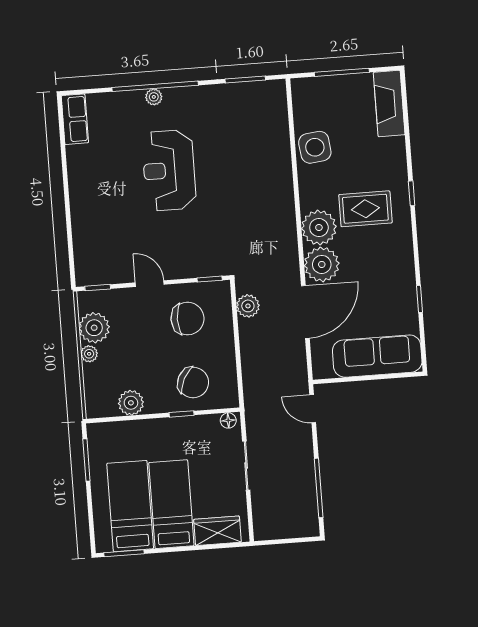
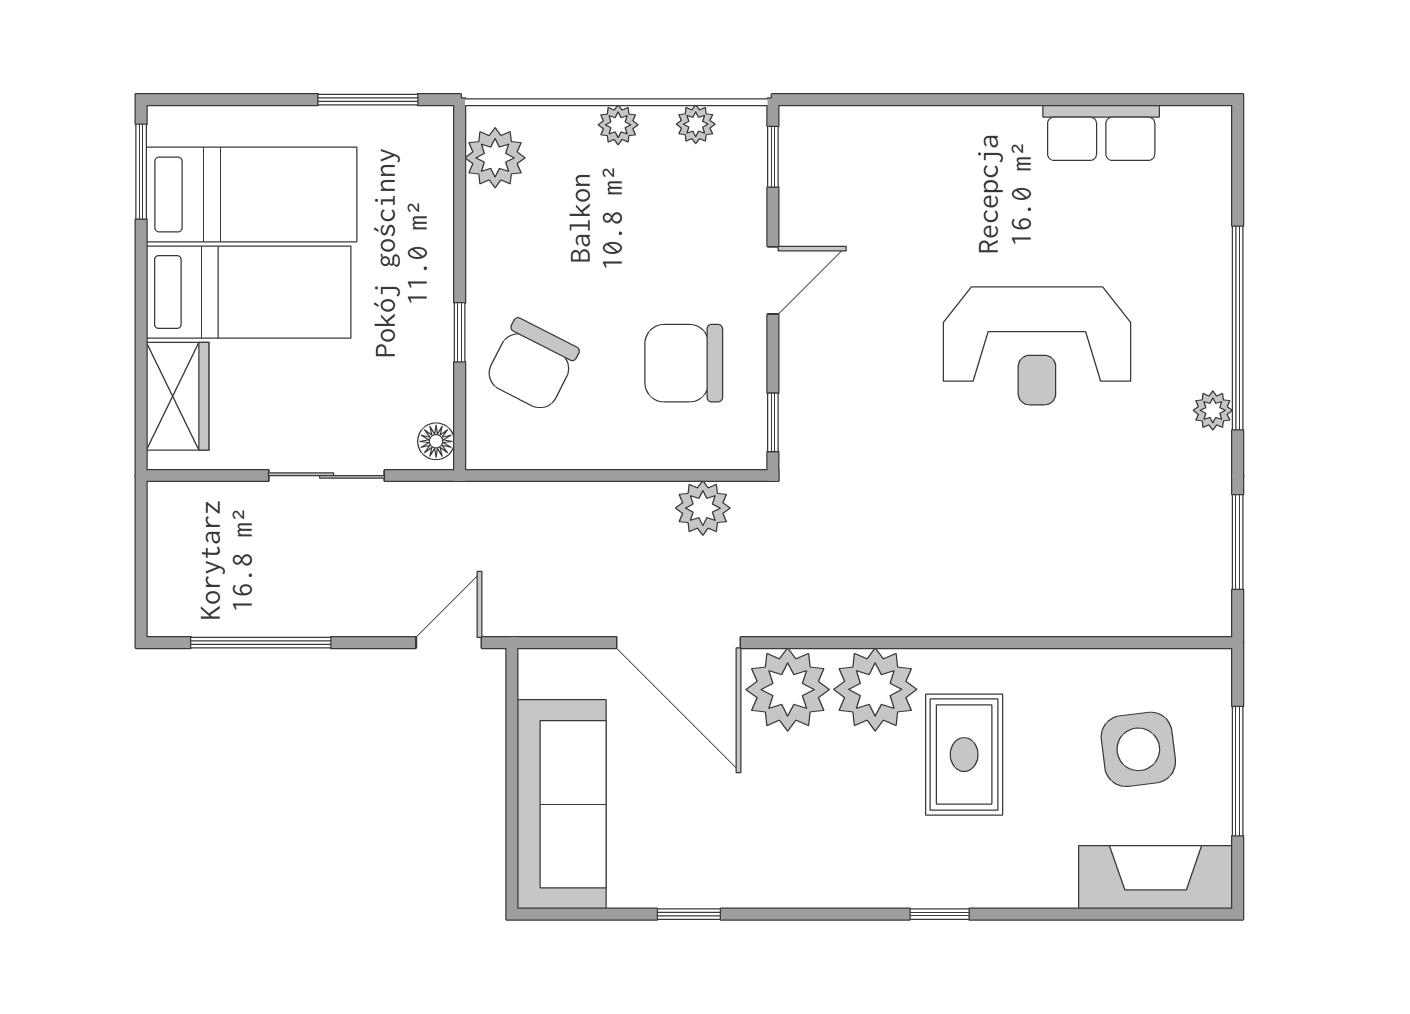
plant: (154, 97) -> (1213, 410), moved
row of seats: (75, 119) -> (1101, 133), moved
side table: (315, 147) -> (1138, 749), moved
reception desk: (169, 170) -> (1037, 346), turned 180
rug: (365, 209) -> (964, 755), moved
chair: (187, 319) -> (684, 363), turned 90
plant: (94, 328) -> (696, 124), width x0.53, depth x0.53
plant: (131, 403) -> (495, 158), moved

